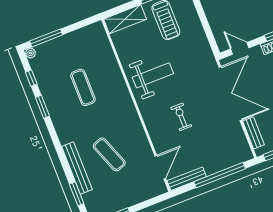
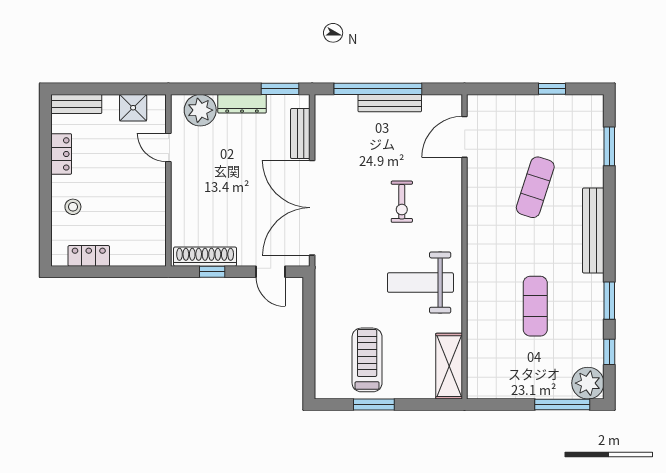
shelving: (125, 19) -> (449, 366), moved, turned 90
plant: (31, 53) -> (588, 383), width x1.88, depth x1.88
exercise mat: (109, 154) -> (535, 187), turned 39
bench: (77, 168) -> (593, 231), moved
bench: (187, 179) -> (390, 103), moved

